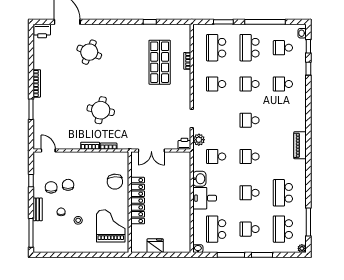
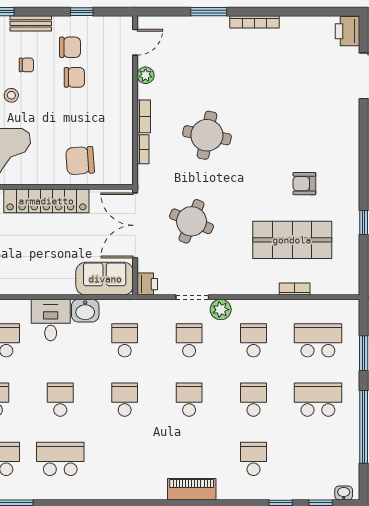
school desk: (283, 48) -> (189, 340), moved
round table: (89, 52) -> (192, 221), moved
armchair: (128, 55) -> (304, 184), added
plant: (199, 140) -> (221, 310), moved
plant: (67, 145) -> (146, 75), added
piano: (300, 145) -> (192, 489), moved
double door: (151, 151) -> (135, 225), width x1.37
sofa: (181, 168) -> (105, 279), added

